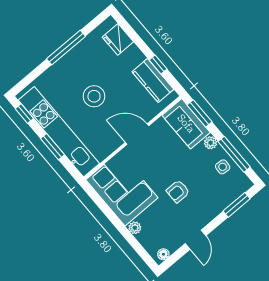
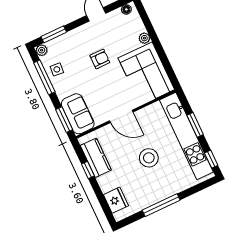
plant: (211, 143) -> (42, 50), moved

